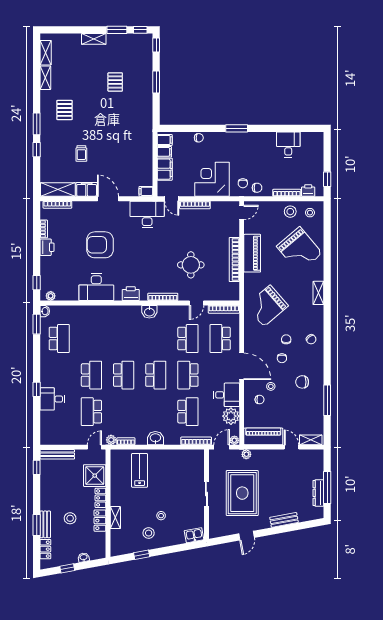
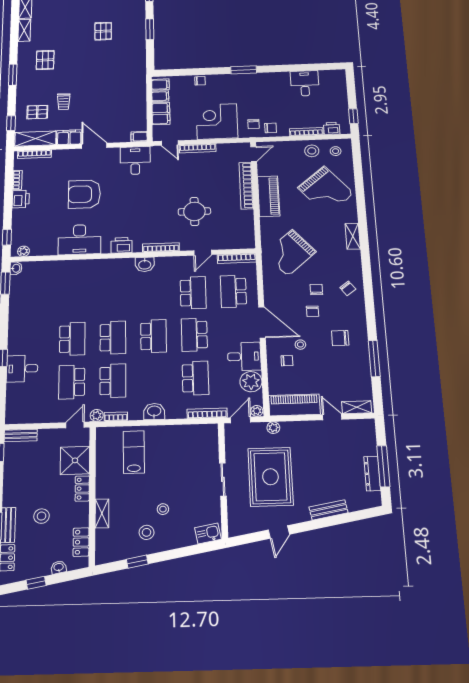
window: (37, 150) -> (11, 123), moved
pallet: (59, 163) -> (37, 112), added
desk: (147, 214) -> (135, 160), width x0.73
bookcase: (234, 260) -> (246, 185), moved
school desk: (59, 339) -> (113, 381), moved
bench: (57, 454) -> (21, 436), width x0.73
locker: (100, 521) -> (81, 542), moved

